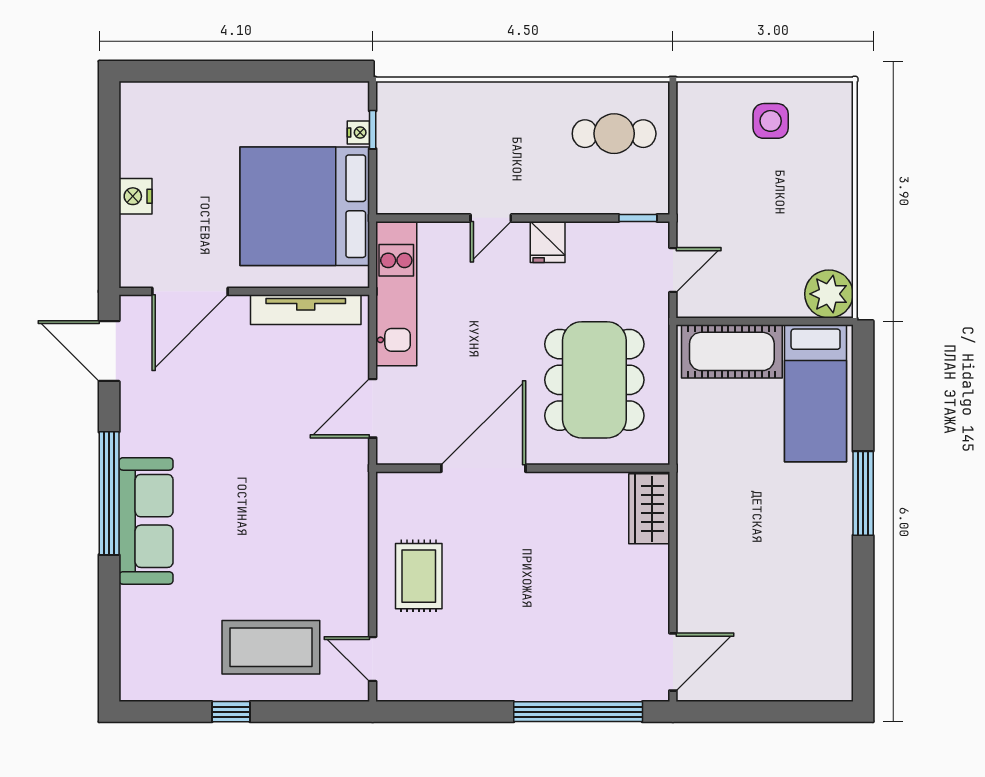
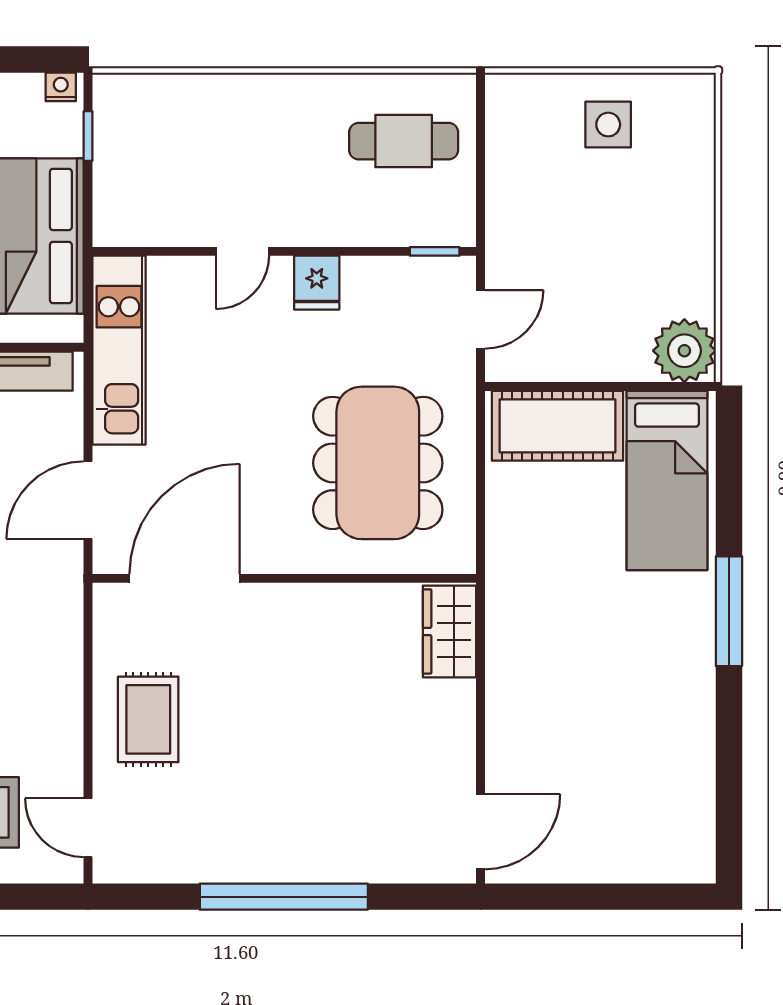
nightstand: (358, 133) -> (61, 87), moved, turned -90
door: (483, 468) -> (185, 578), moved
window: (578, 712) -> (284, 897), moved

